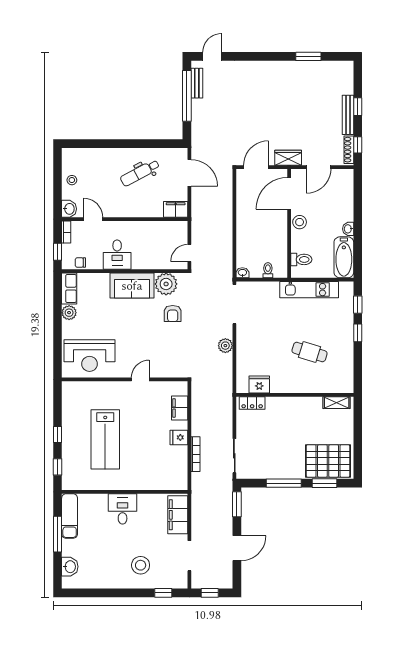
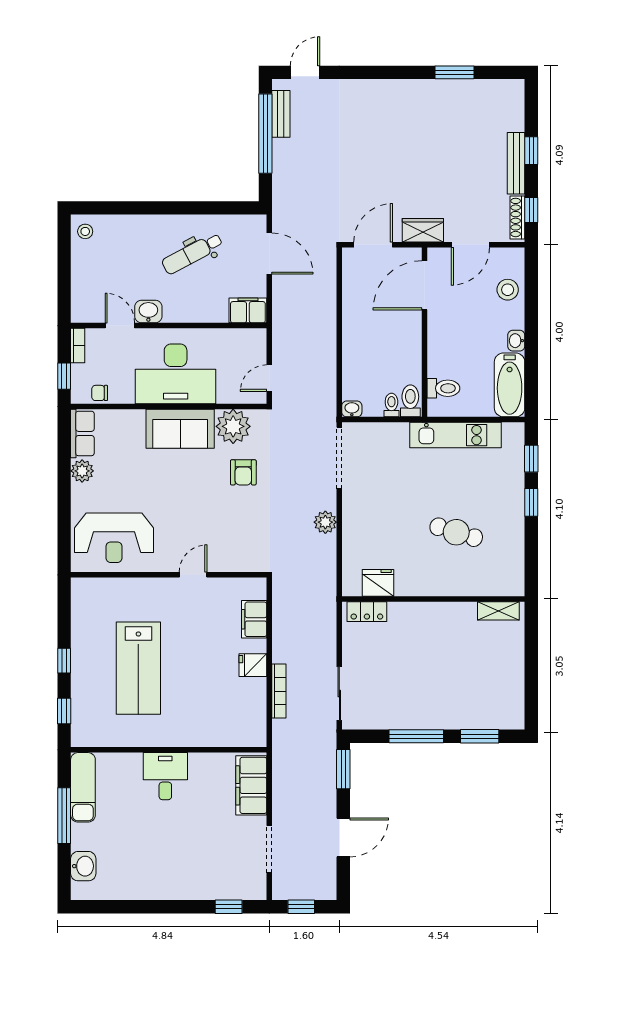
stool: (72, 180) -> (85, 231), moved
washbasin: (69, 209) -> (148, 312), moved, turned -90
stool: (300, 222) -> (508, 290), moved
desk: (117, 255) -> (176, 374), width x1.87, depth x1.30
toilet: (280, 268) -> (410, 401), added
pallet: (328, 461) -> (485, 702), removed
stool: (141, 565) -> (193, 864), removed

